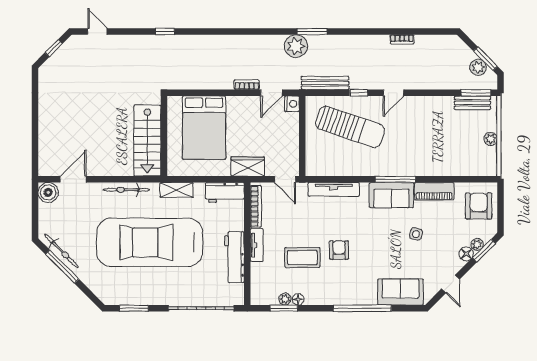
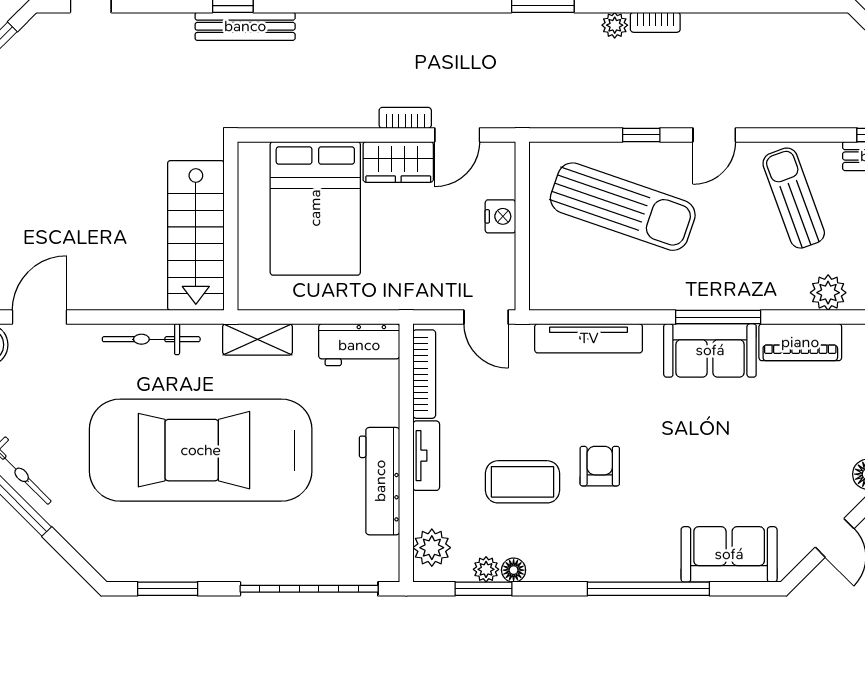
bookcase: (402, 39) -> (655, 22), moved
plant: (296, 46) -> (615, 25), moved, width x0.53, depth x0.53
bench: (325, 83) -> (245, 26), moved
nightstand: (292, 104) -> (500, 216), moved
sun lounger: (431, 123) -> (794, 198), added
wardrobe: (248, 166) -> (398, 162), moved, turned 180
plant: (447, 168) -> (828, 293), added
side table: (416, 234) -> (762, 432), removed
plant: (259, 289) -> (432, 548), added

